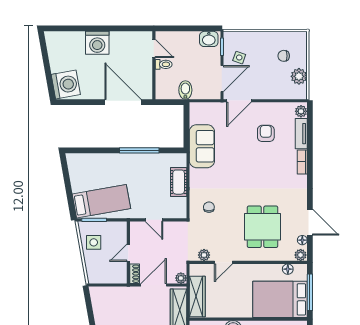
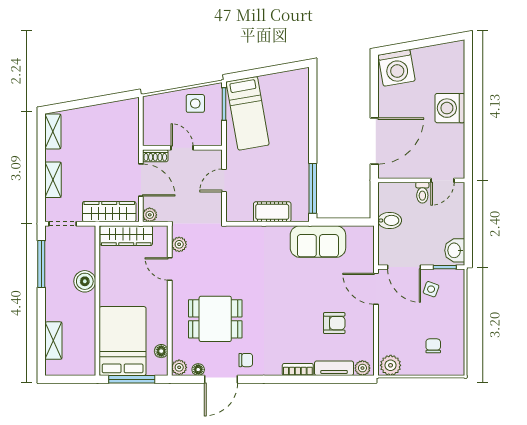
plant: (299, 76) -> (391, 365), moved
window: (139, 150) -> (313, 188), moved
chair: (209, 207) -> (246, 360), moved

